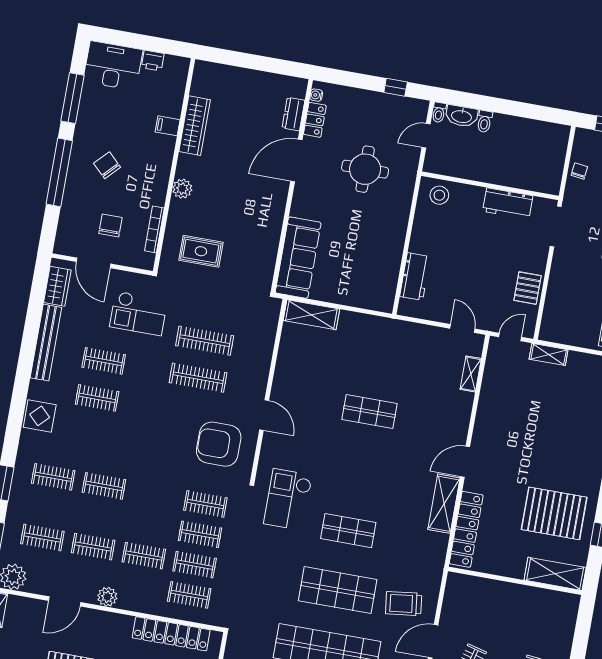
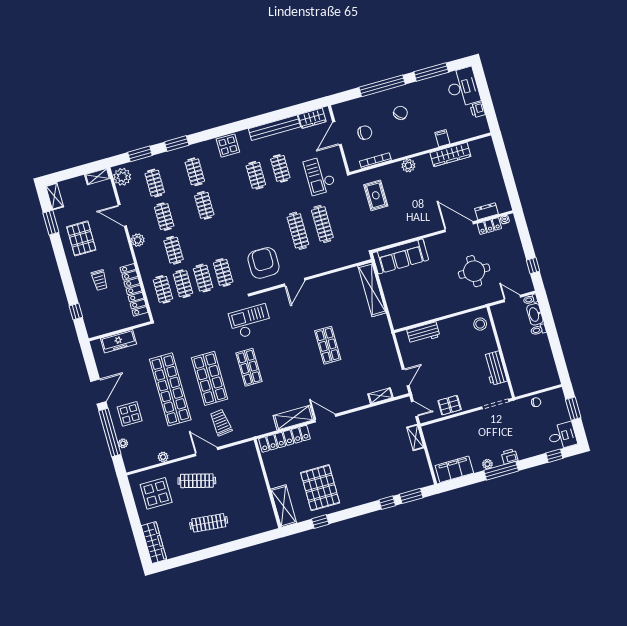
shelving: (311, 315) -> (372, 289), width x1.47

